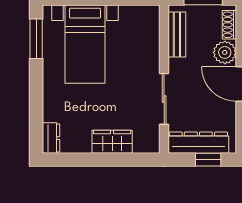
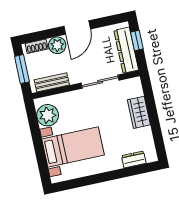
plant: (135, 20) -> (48, 115), added
window: (36, 39) -> (77, 183), removed
dresser: (51, 138) -> (134, 159), moved

